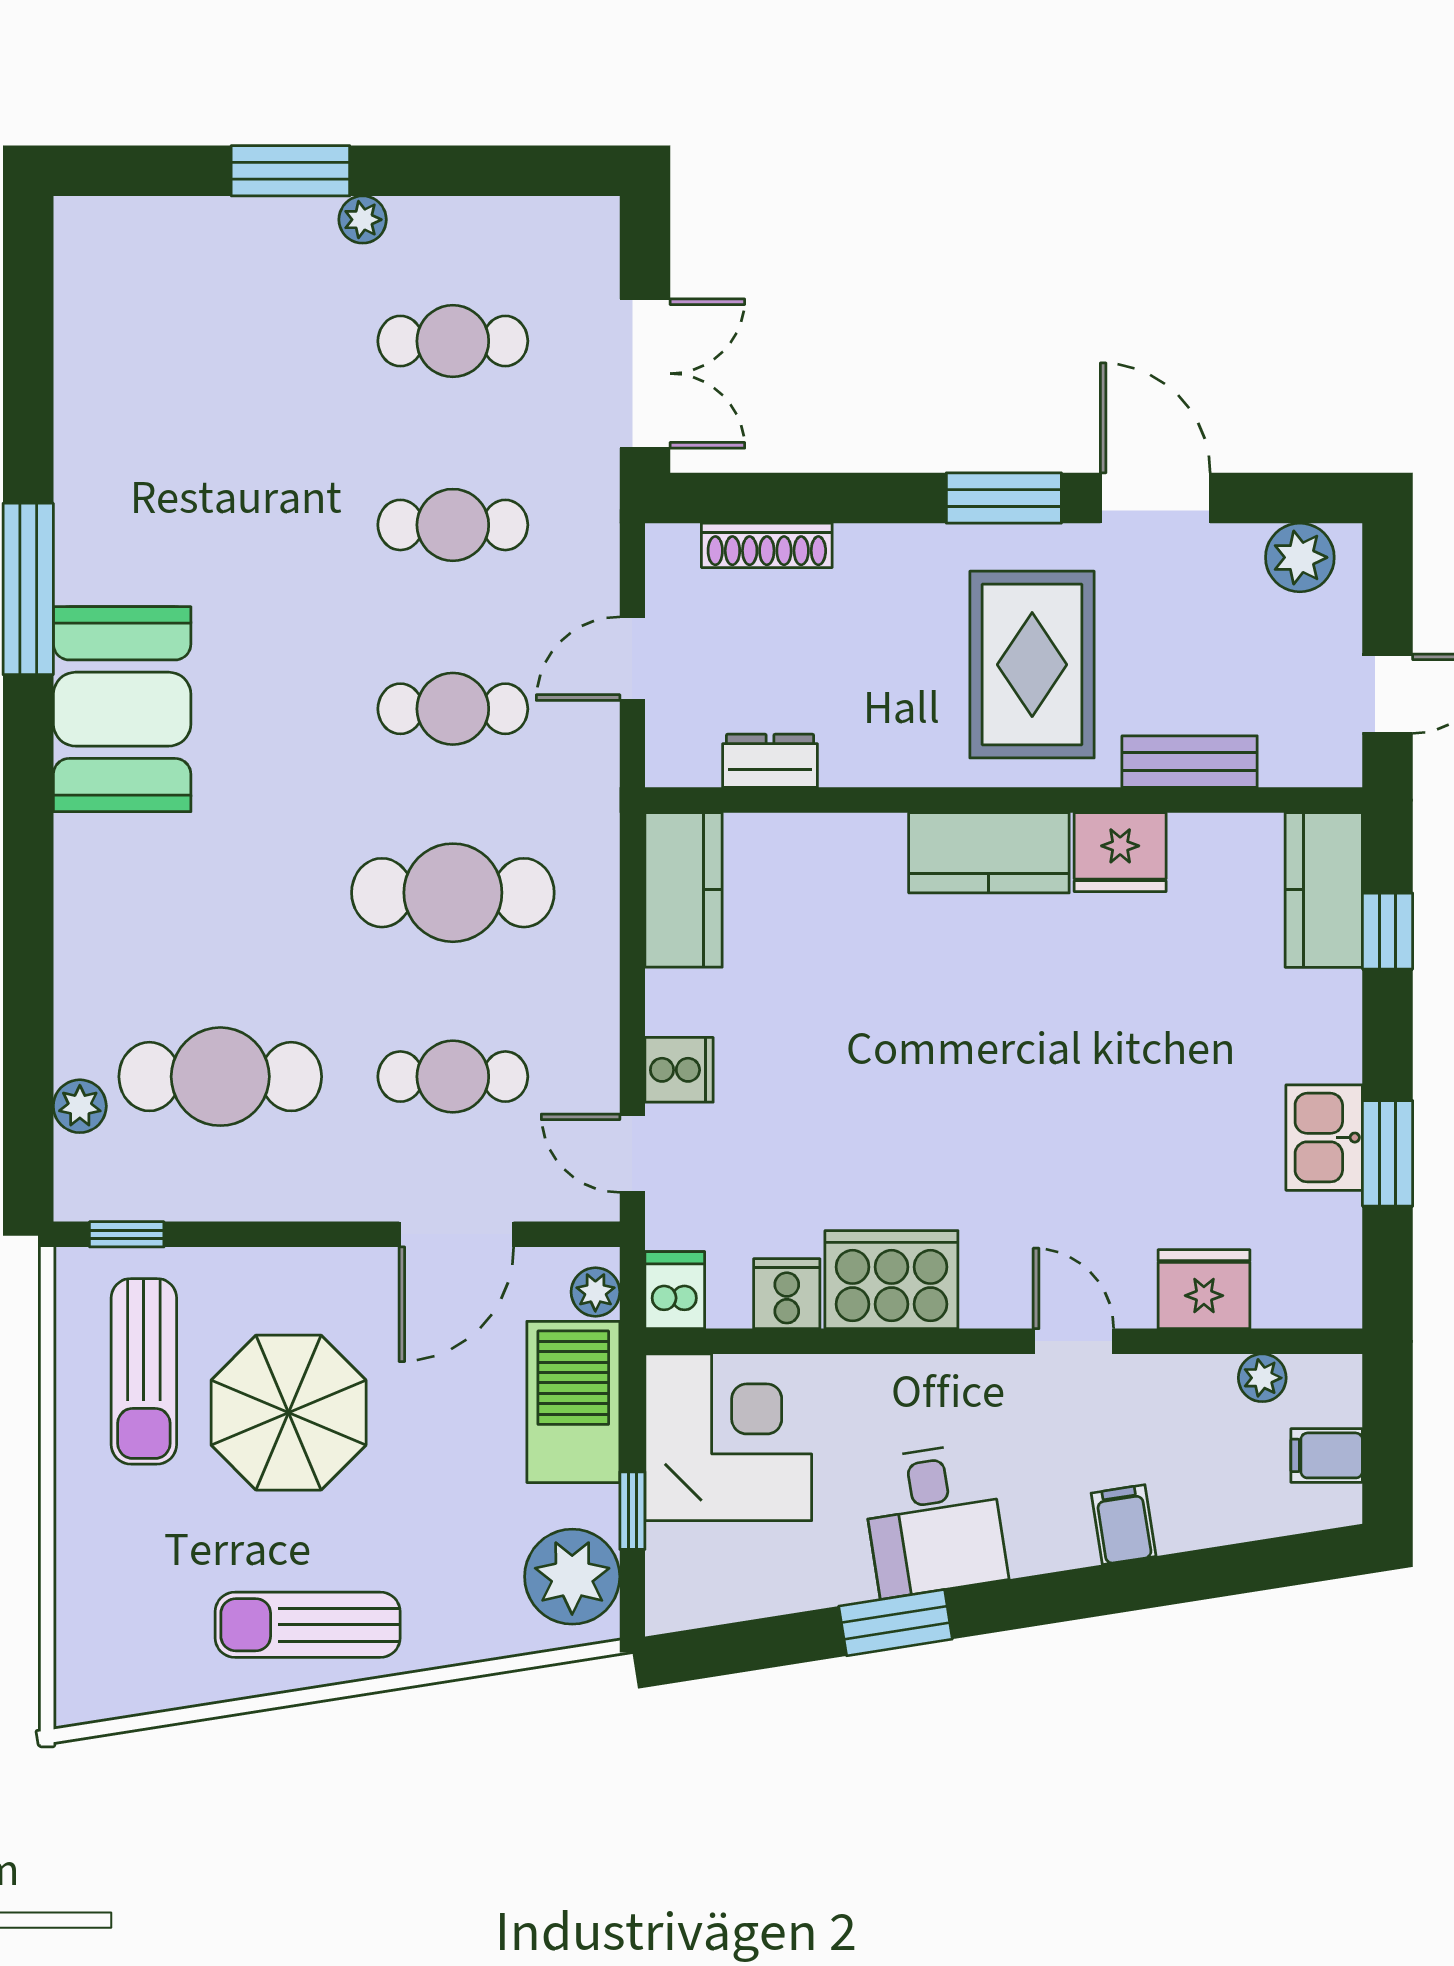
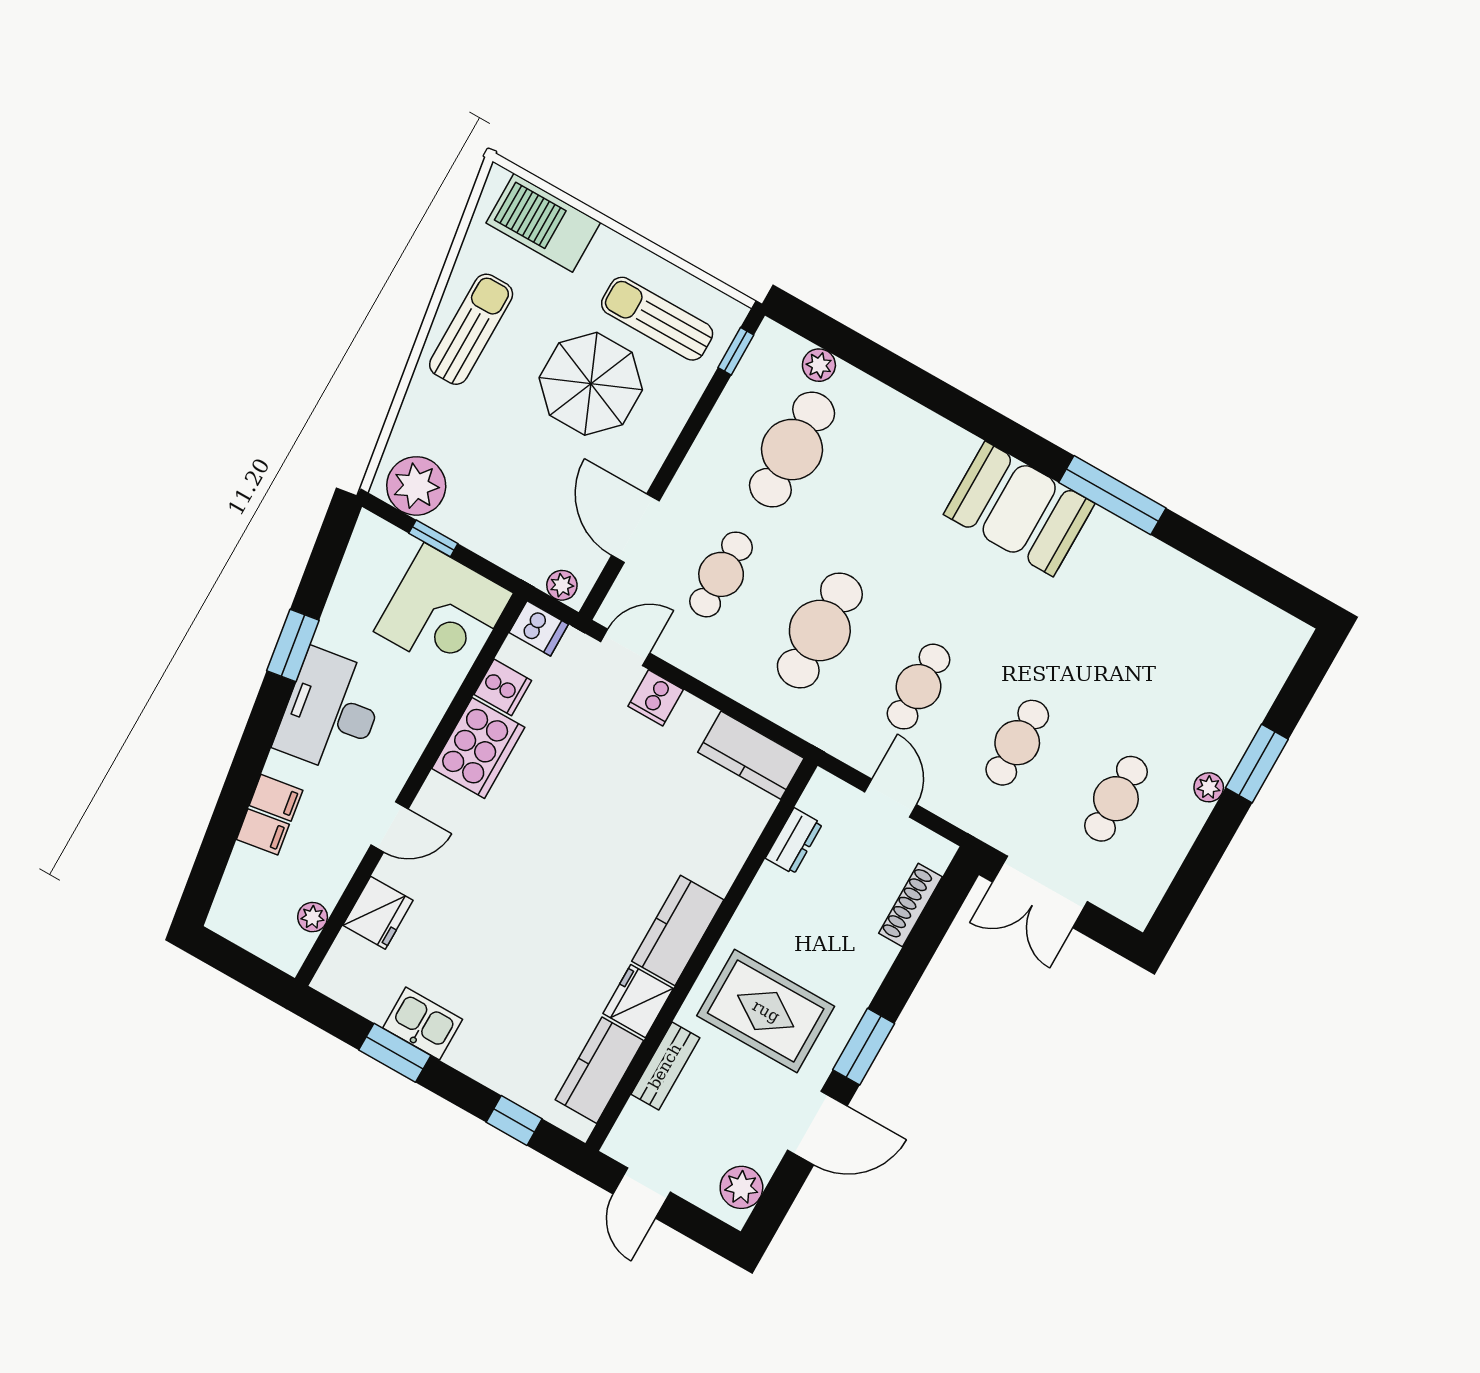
kitchen counter: (1324, 890) -> (599, 1070), moved, turned -90
barbecue: (573, 1402) -> (543, 223), moved, turned 180
filing cabinet: (1327, 1455) -> (263, 832), moved, turned 81
desk: (934, 1520) -> (331, 711), width x1.37

